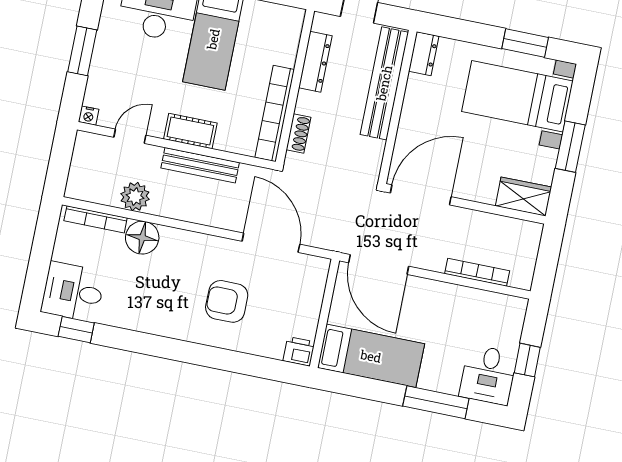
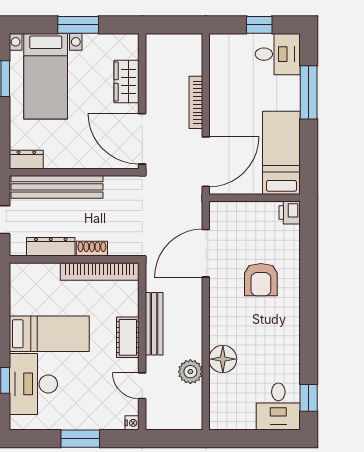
shoe rack: (299, 133) -> (92, 249), moved
wardrobe: (524, 197) -> (126, 81), moved
bookcase: (96, 219) -> (215, 400), removed
bookcase: (477, 272) -> (196, 102), moved

